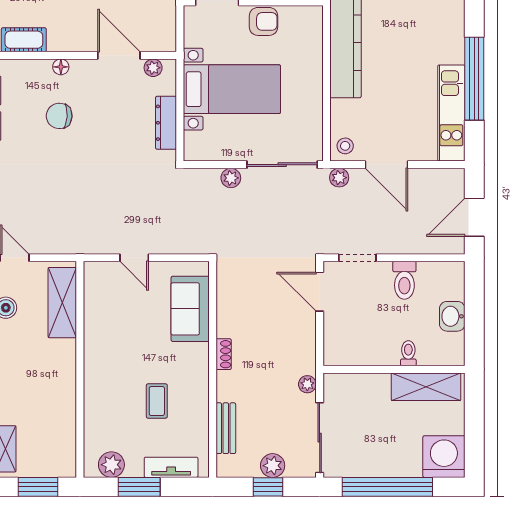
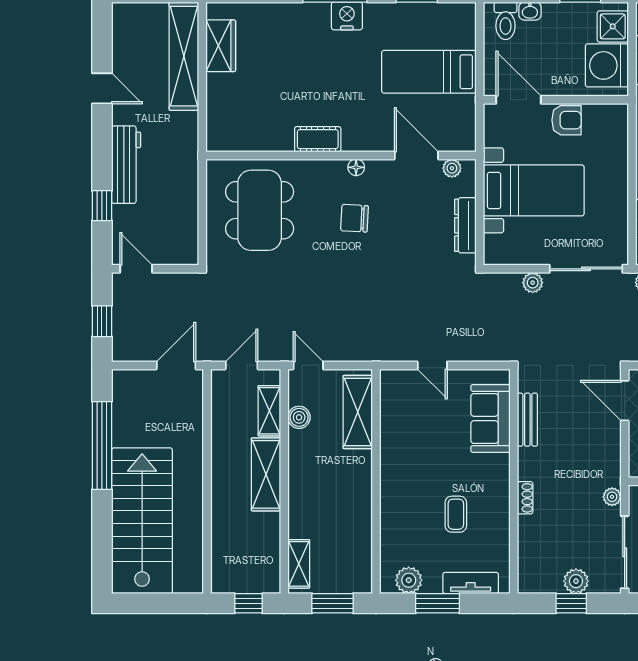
shoe rack: (224, 354) -> (525, 498), moved
bench: (226, 428) -> (527, 420), moved

